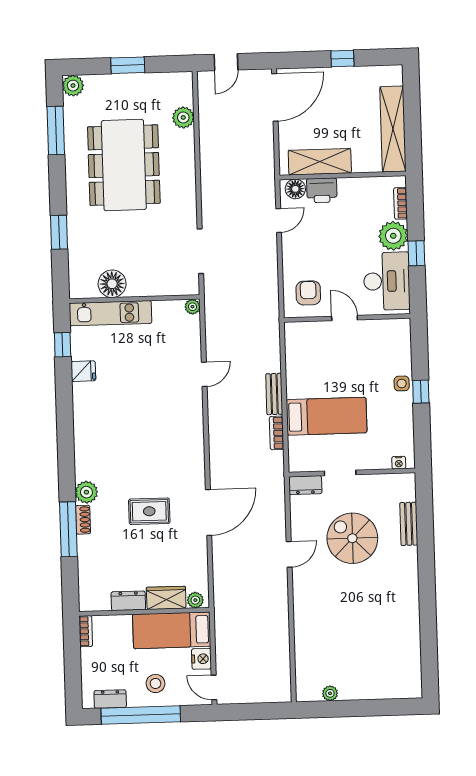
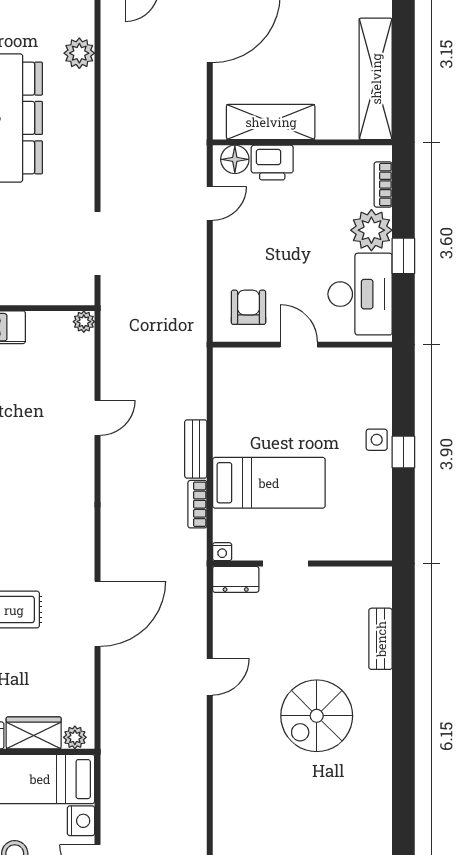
nightstand: (399, 463) -> (222, 552), moved
spiral stairs: (352, 538) -> (317, 716), moved, turned -90

